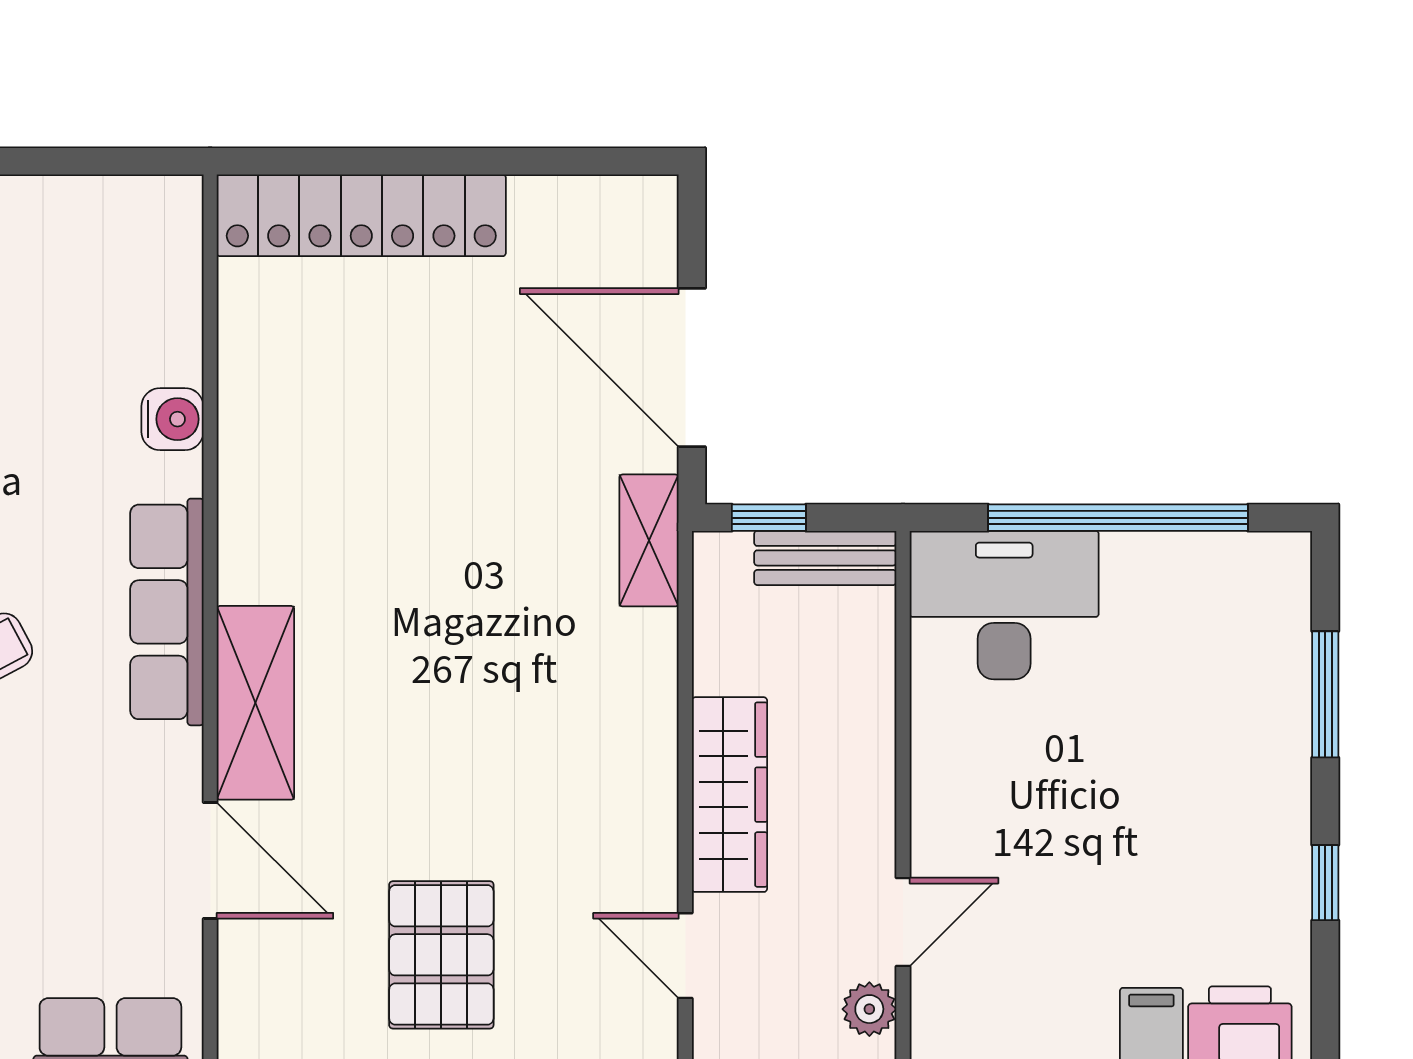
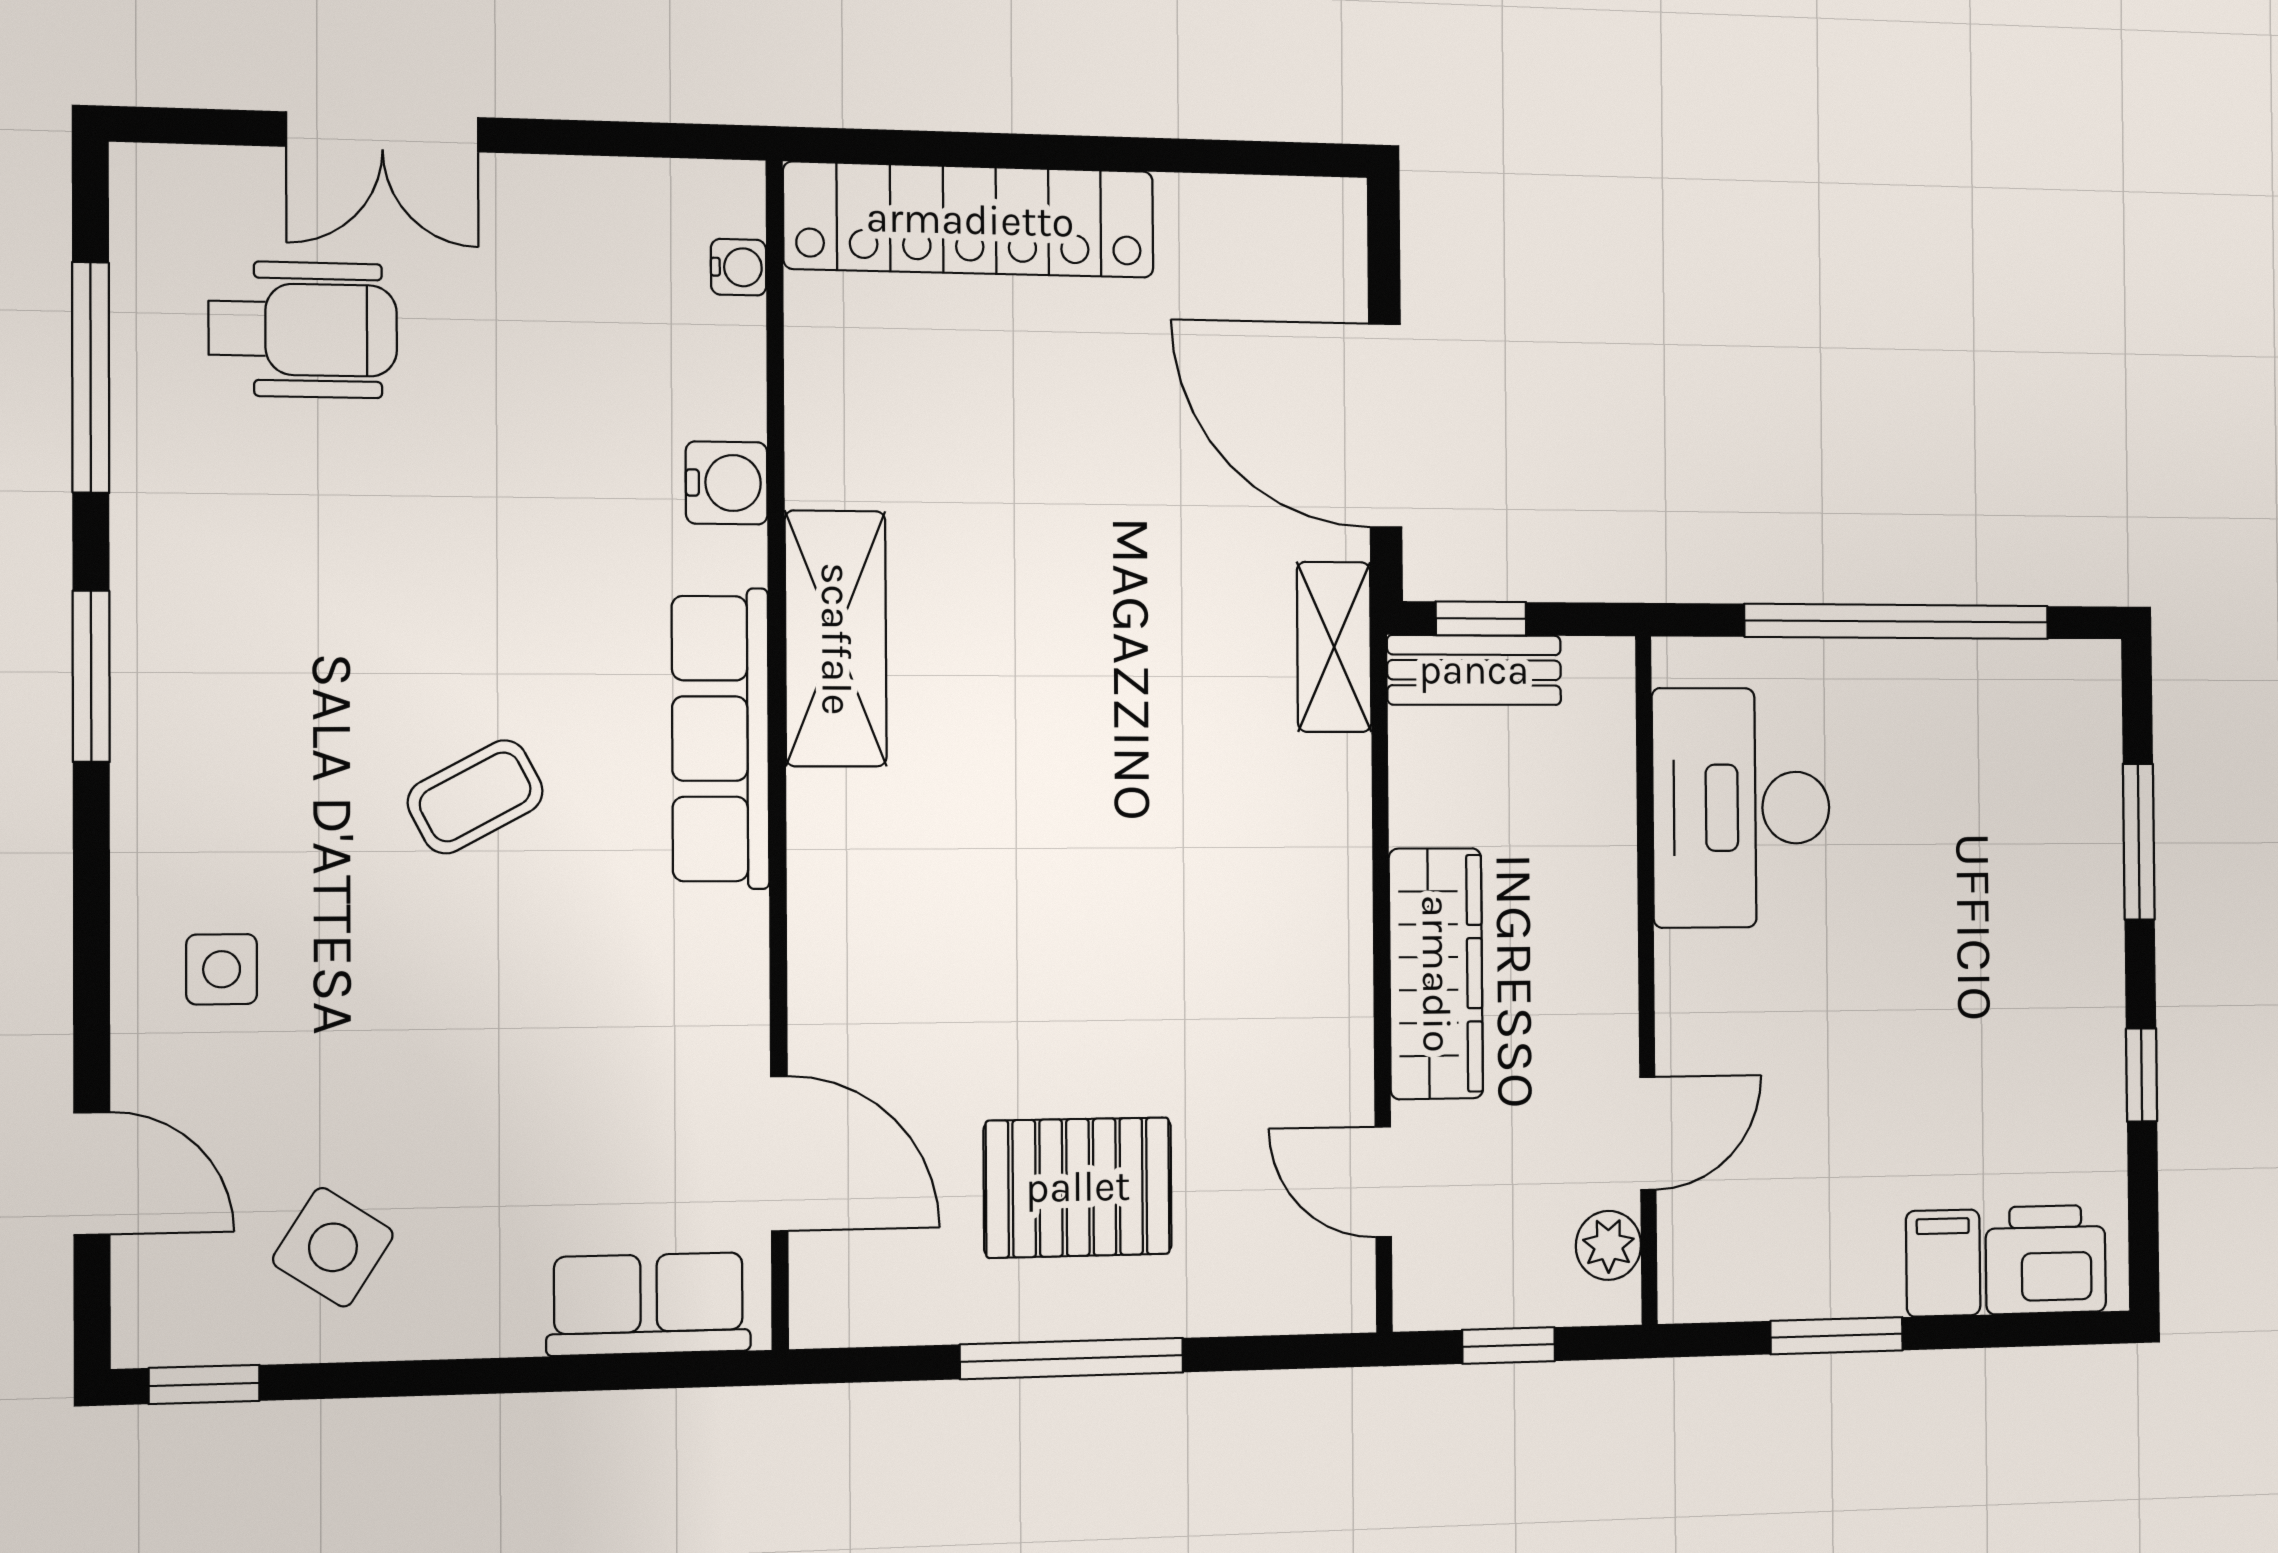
water cooler: (182, 256) -> (739, 267), added
bench: (825, 558) -> (1474, 670), moved
desk: (1004, 605) -> (1741, 808), moved, turned -90
shelving: (255, 703) -> (836, 639), moved
door: (210, 861) -> (779, 1154), moved
pallet: (441, 955) -> (1078, 1187), turned 90

